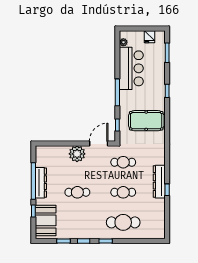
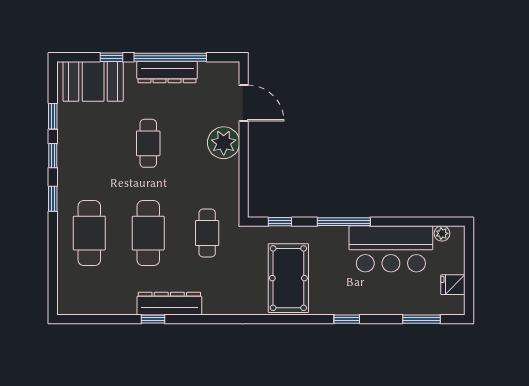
door: (99, 144) -> (244, 103), moved
cafe table: (123, 192) -> (148, 233), width x1.37, depth x1.35

